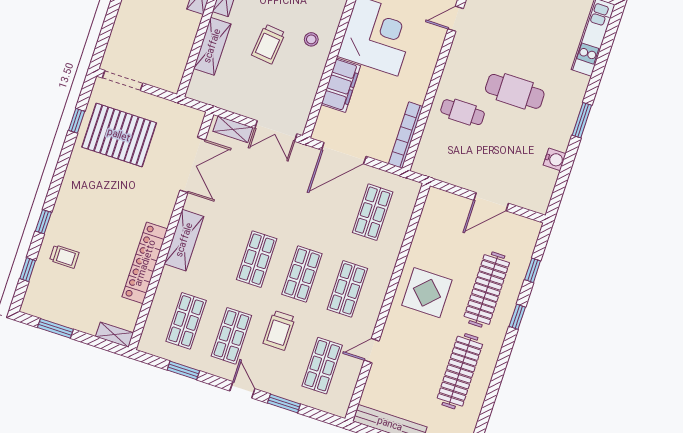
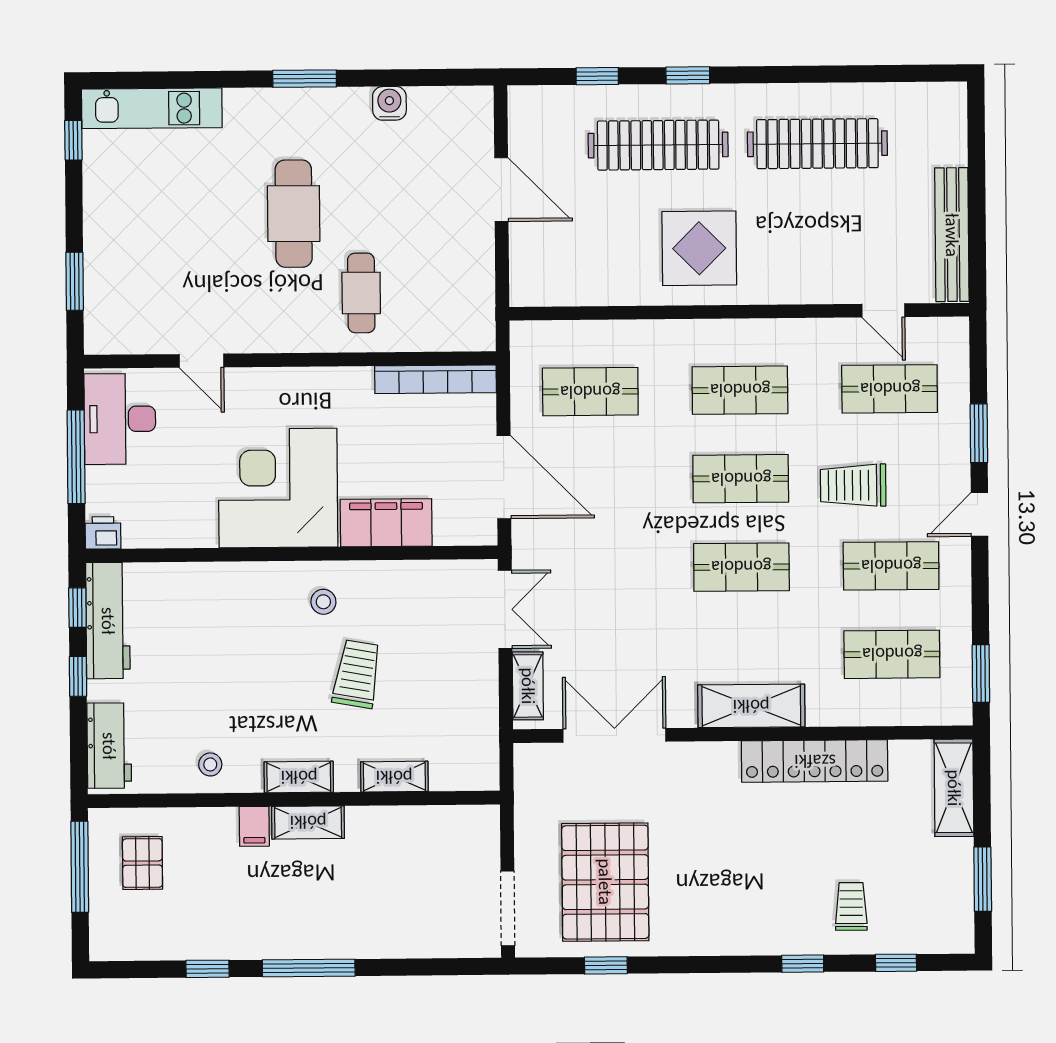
trolley: (268, 44) -> (357, 674), turned -86
shelving: (212, 46) -> (394, 777), width x0.67, depth x0.75
trolley: (279, 330) -> (853, 485), turned 180
shelving: (115, 335) -> (954, 788), width x1.50, depth x1.33
door: (372, 351) -> (883, 310), moved
window: (183, 370) -> (981, 674), moved

